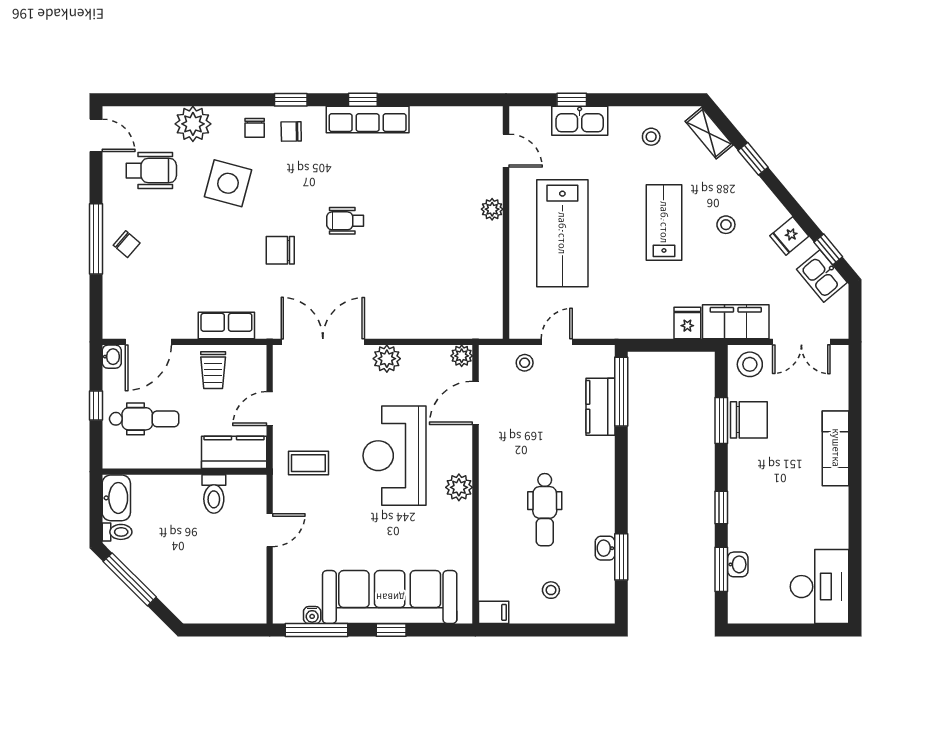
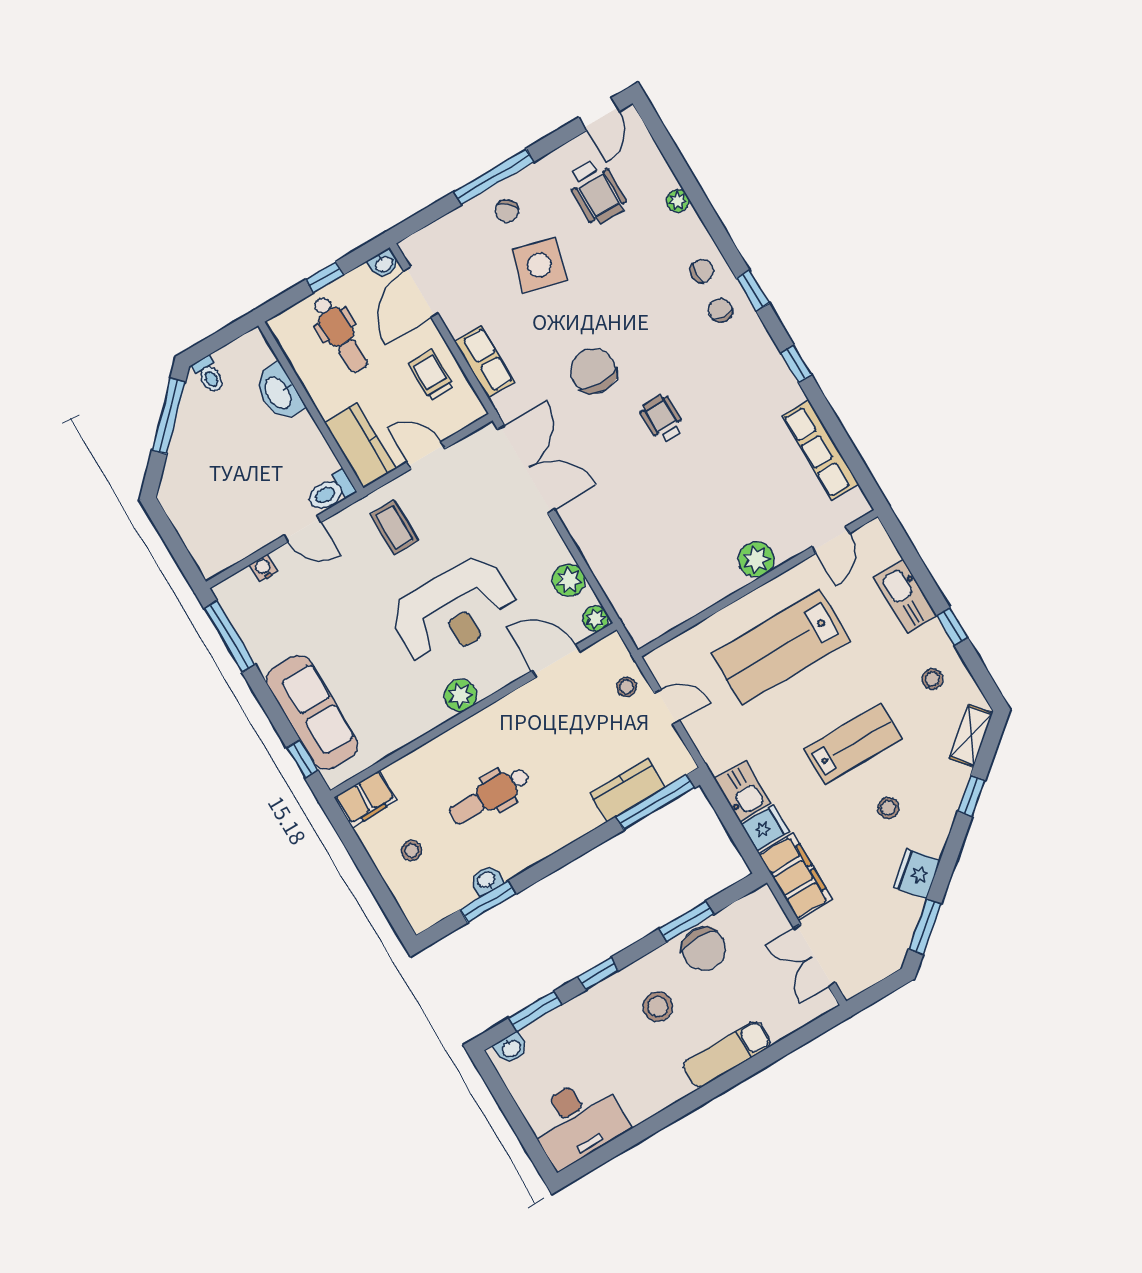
window: (572, 100) -> (952, 627), moved
row of seats: (368, 119) -> (820, 450), moved
plant: (193, 124) -> (678, 201), width x0.53, depth x0.53
chair: (255, 128) -> (702, 271), turned 180
side table: (228, 183) -> (539, 265), moved
plant: (492, 209) -> (756, 559), width x1.38, depth x1.38
fridge: (789, 236) -> (917, 874), width x1.38
window: (828, 249) -> (925, 927), width x1.50
chair: (280, 250) -> (593, 371), width x1.37, depth x1.37
kitchen sink: (822, 276) -> (742, 791), moved, turned 130
door: (148, 342) -> (421, 292), hinge flipped
plant: (387, 359) -> (569, 580), moved
stool: (750, 364) -> (658, 1007), moved
trolley: (213, 370) -> (431, 375), turned 90
reception desk: (394, 456) -> (454, 611), turned 180
toilet: (214, 494) -> (331, 492), moved
washbasin: (116, 498) -> (279, 392), moved, turned 90
washbasin: (738, 564) -> (511, 1048), moved
sofa: (390, 597) -> (312, 712), width x0.74, depth x0.79
filing cabinet: (494, 612) -> (366, 799), width x2.00
water cooler: (312, 615) -> (263, 568), moved, turned 90
window: (391, 630) -> (302, 759), moved

